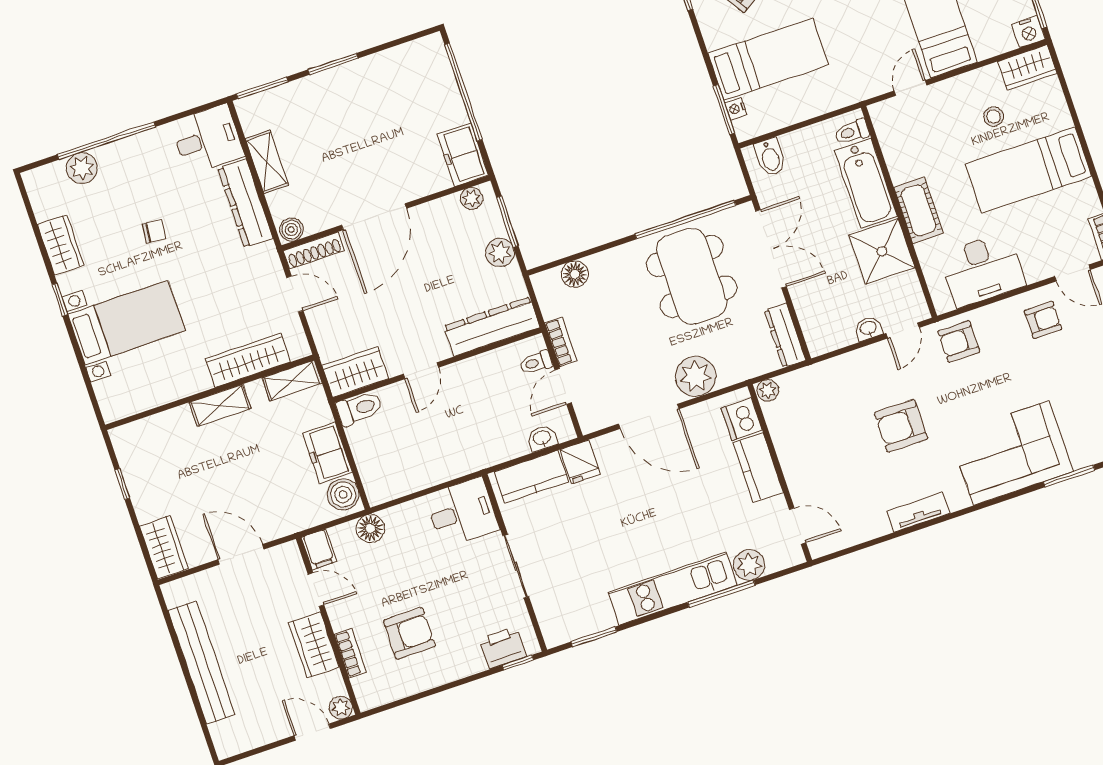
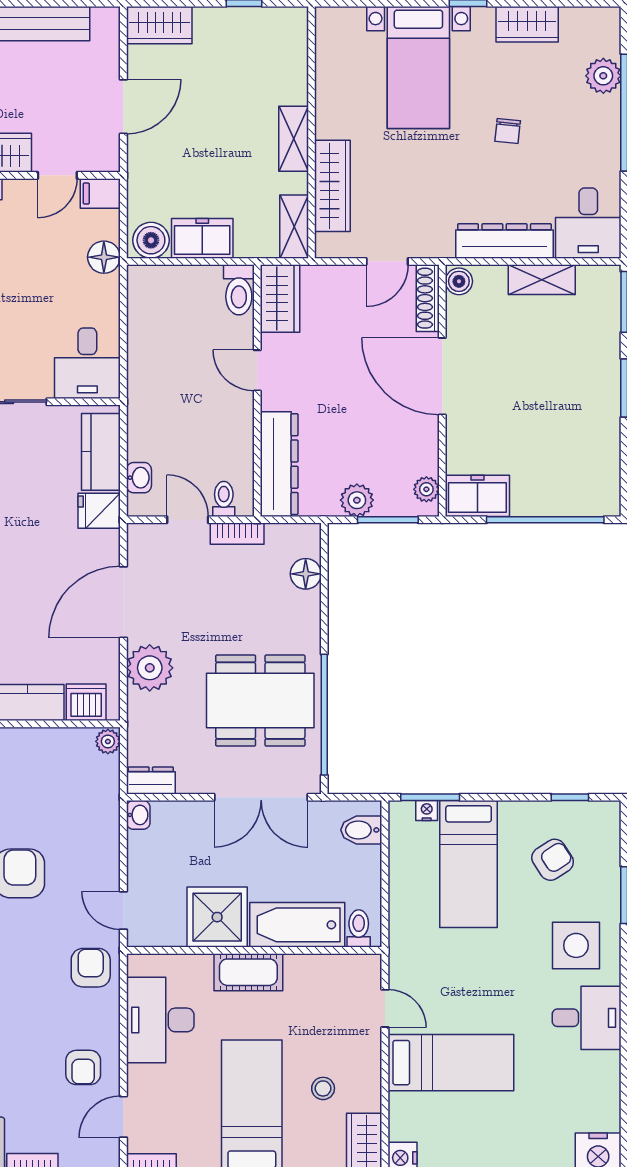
washbasin: (868, 328) -> (138, 815), moved
dresser: (785, 335) -> (151, 780), width x0.70

